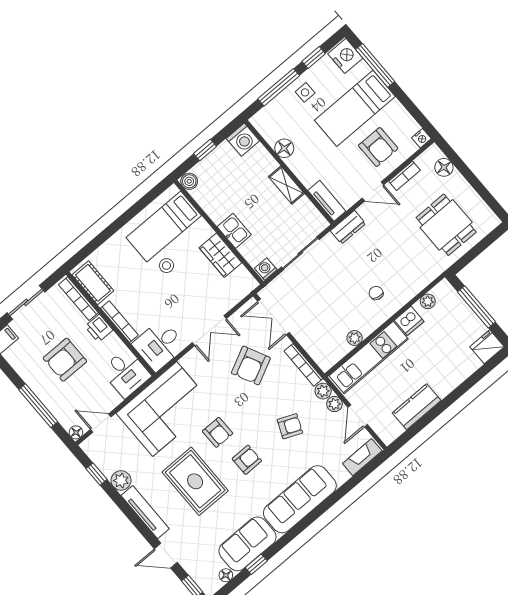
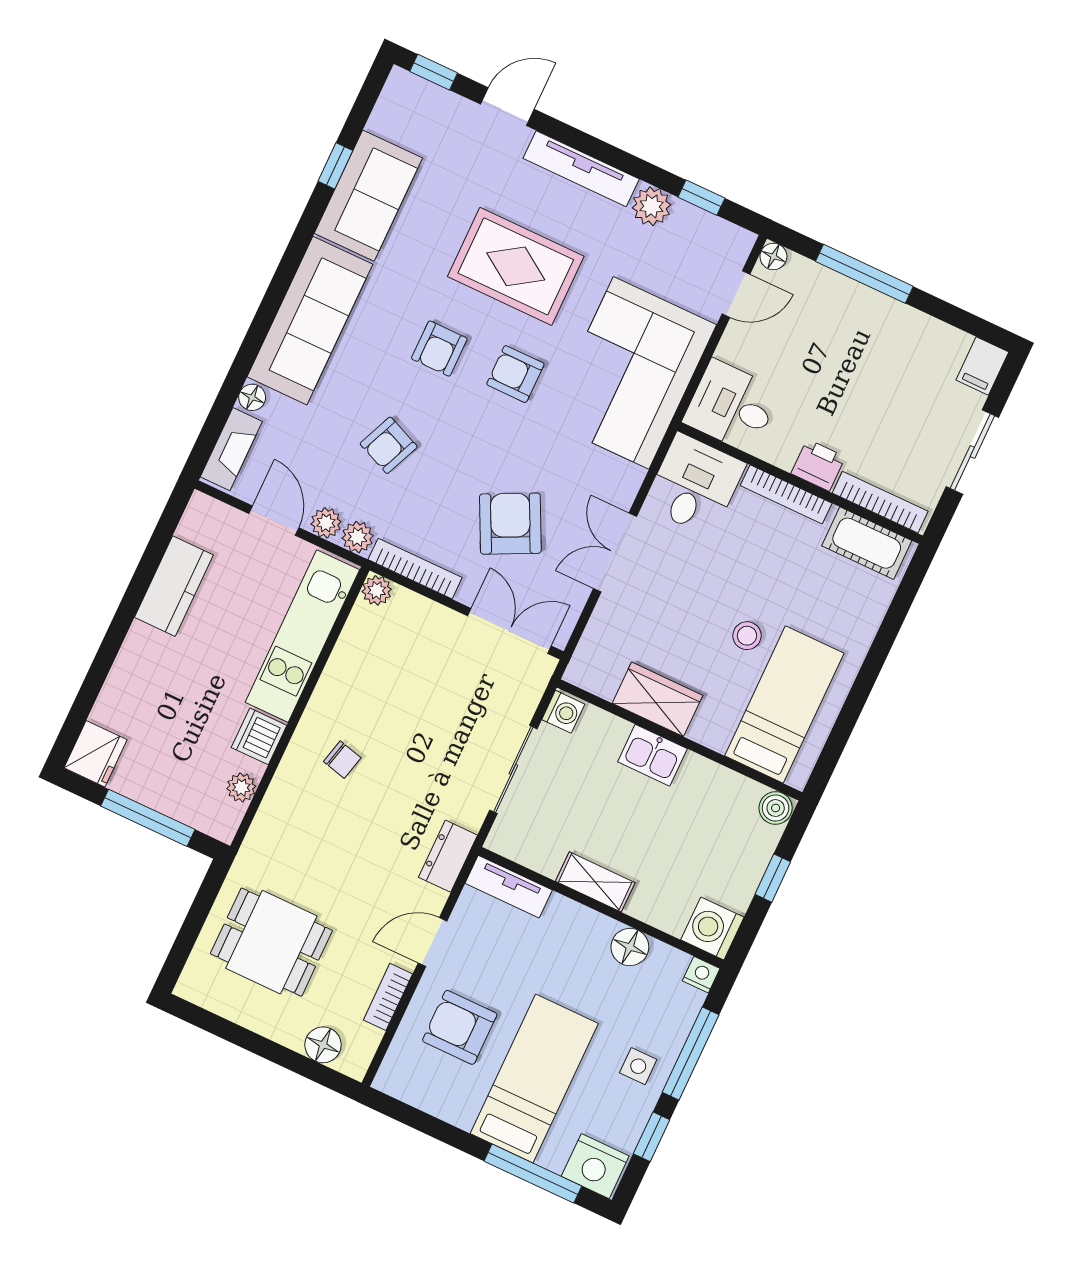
nightstand: (421, 138) -> (701, 975), moved, turned 90
plant: (355, 338) -> (377, 590), moved
armchair: (65, 360) -> (854, 380), removed
floor lamp: (226, 575) -> (252, 397), moved

